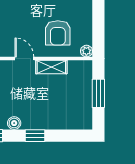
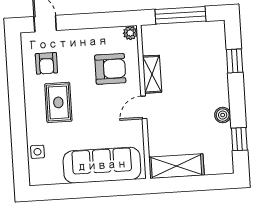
window: (98, 93) -> (180, 15), width x1.44
window: (35, 136) -> (235, 61), moved

